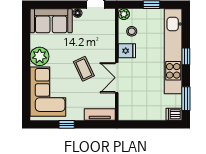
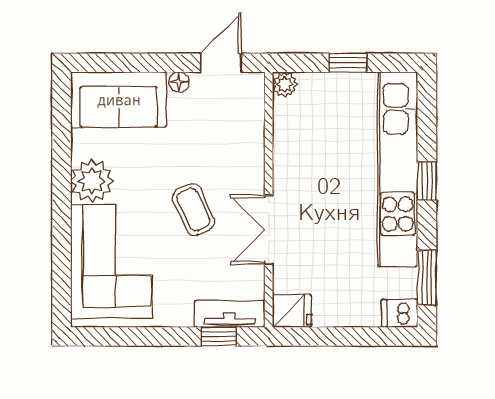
stool: (132, 31) -> (303, 124), removed
fridge: (127, 51) -> (292, 311), moved
window: (67, 124) -> (219, 337), moved

